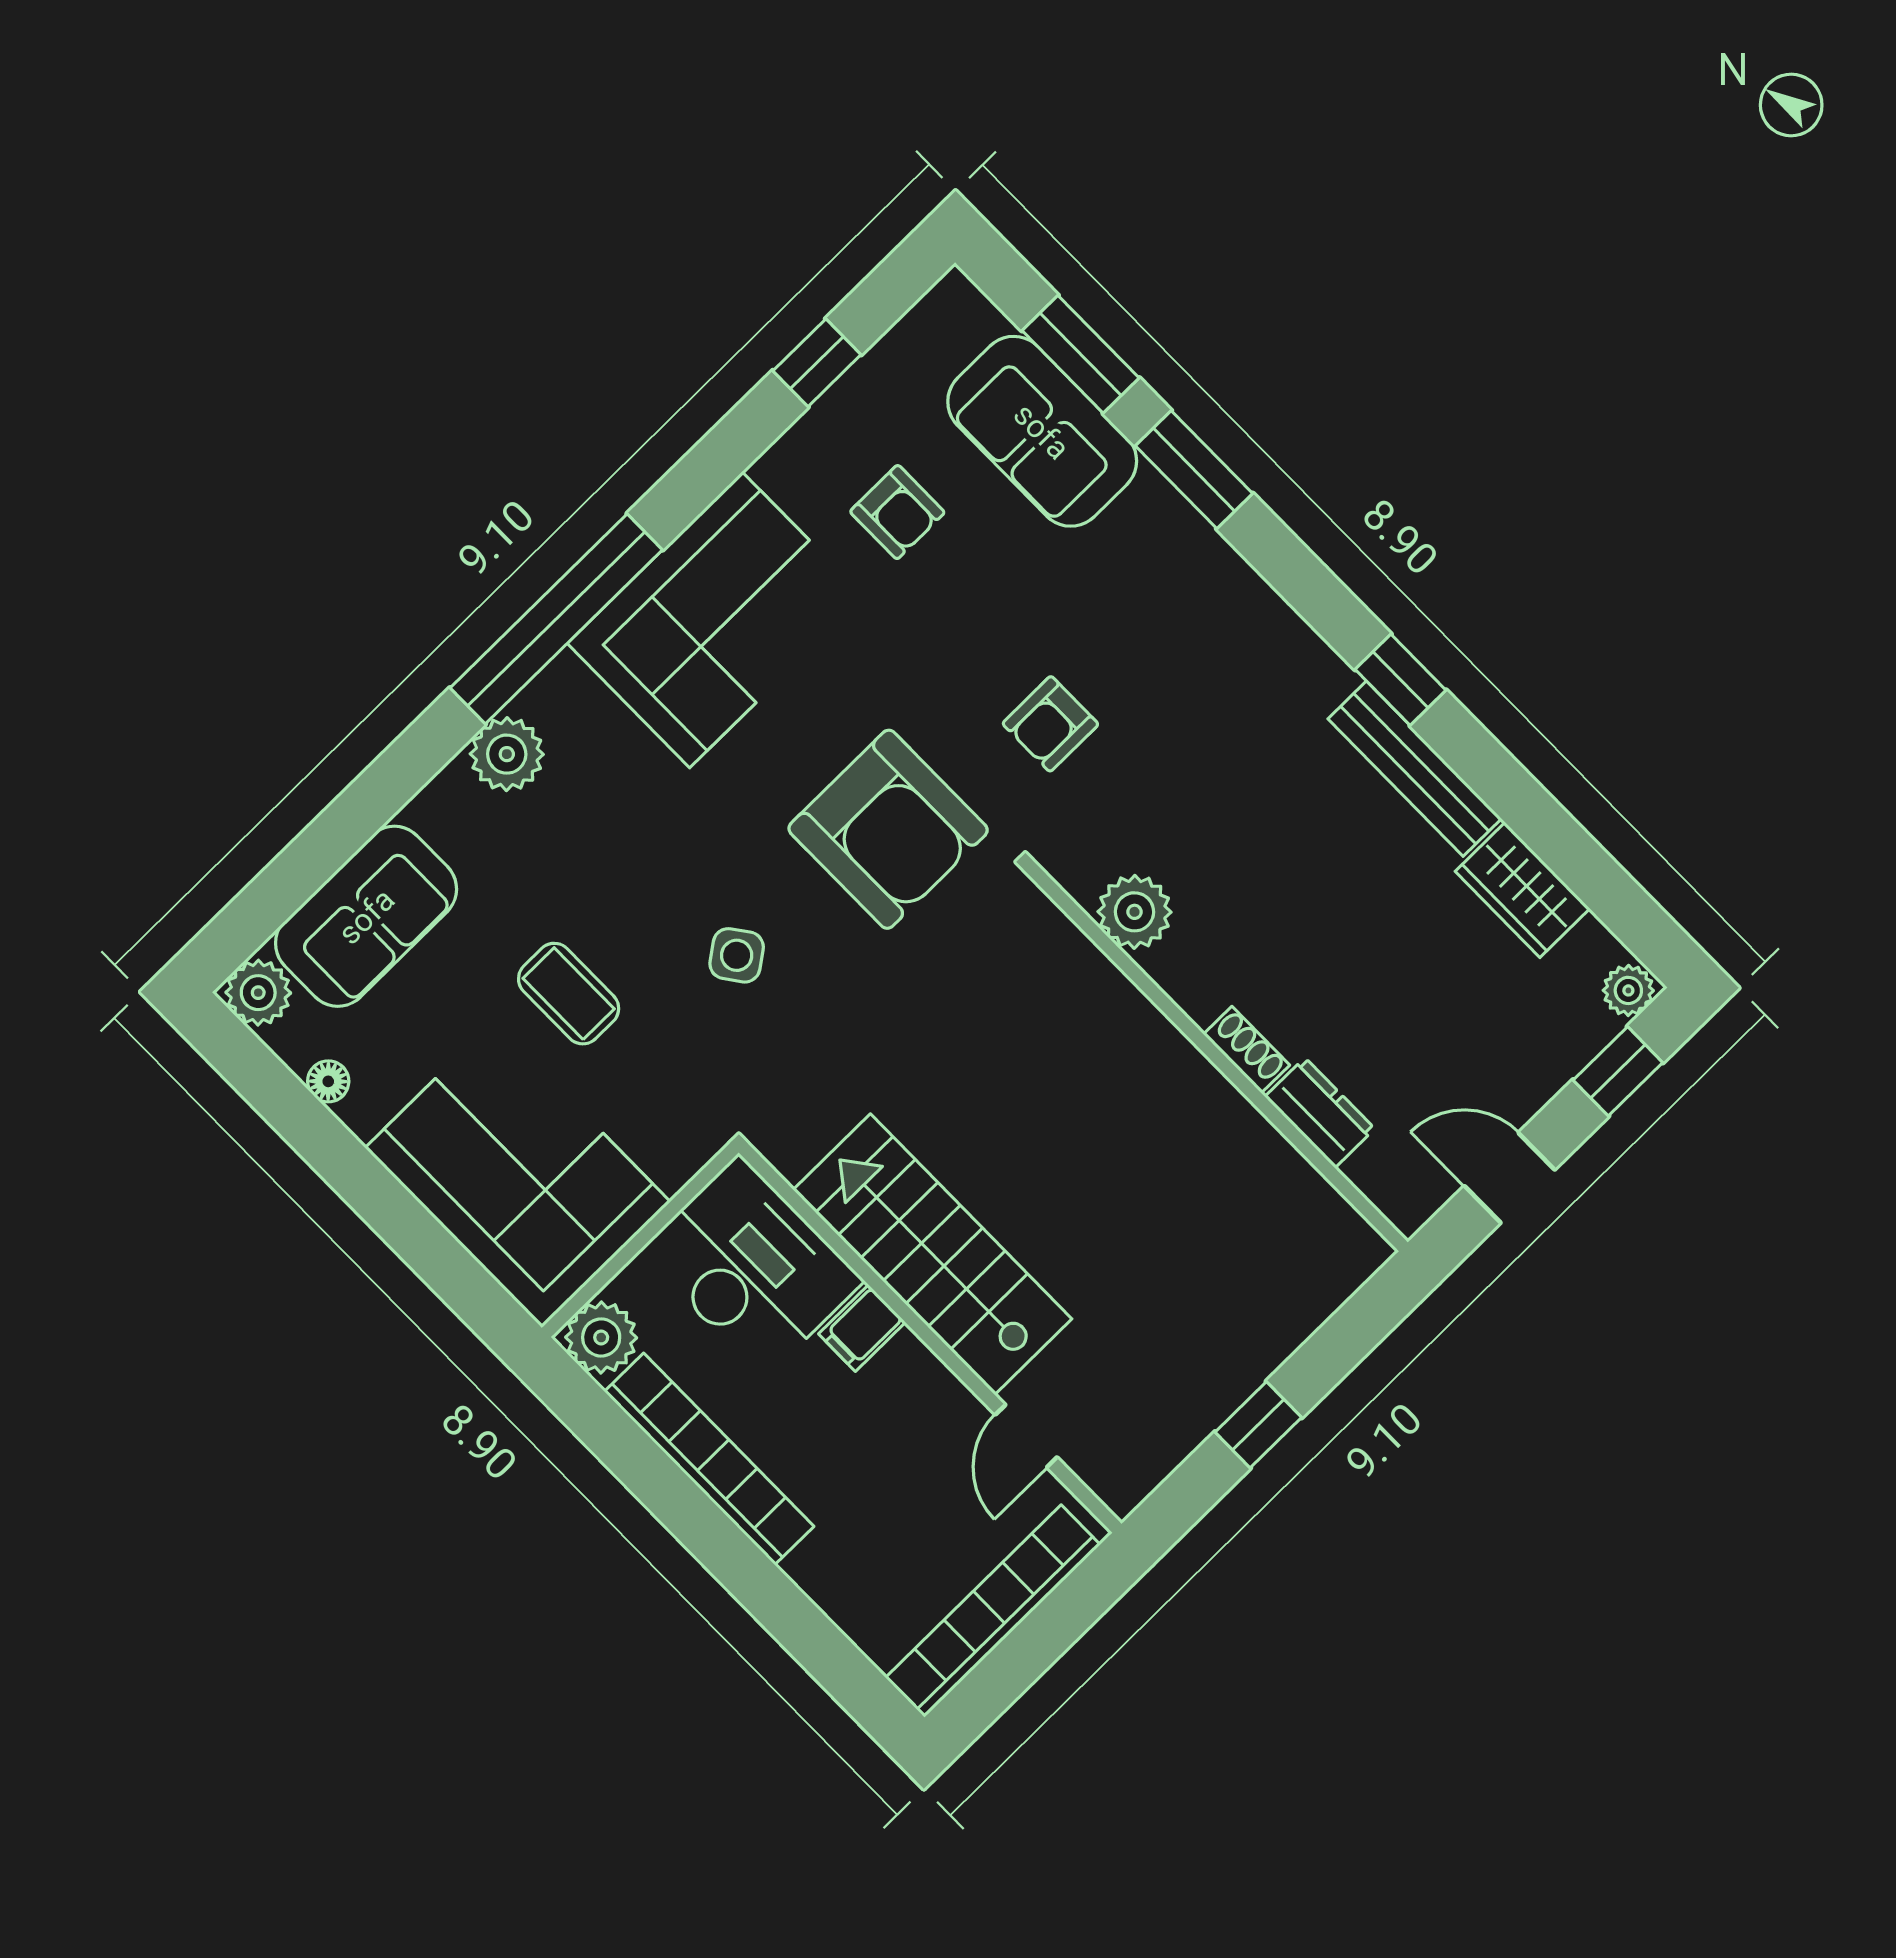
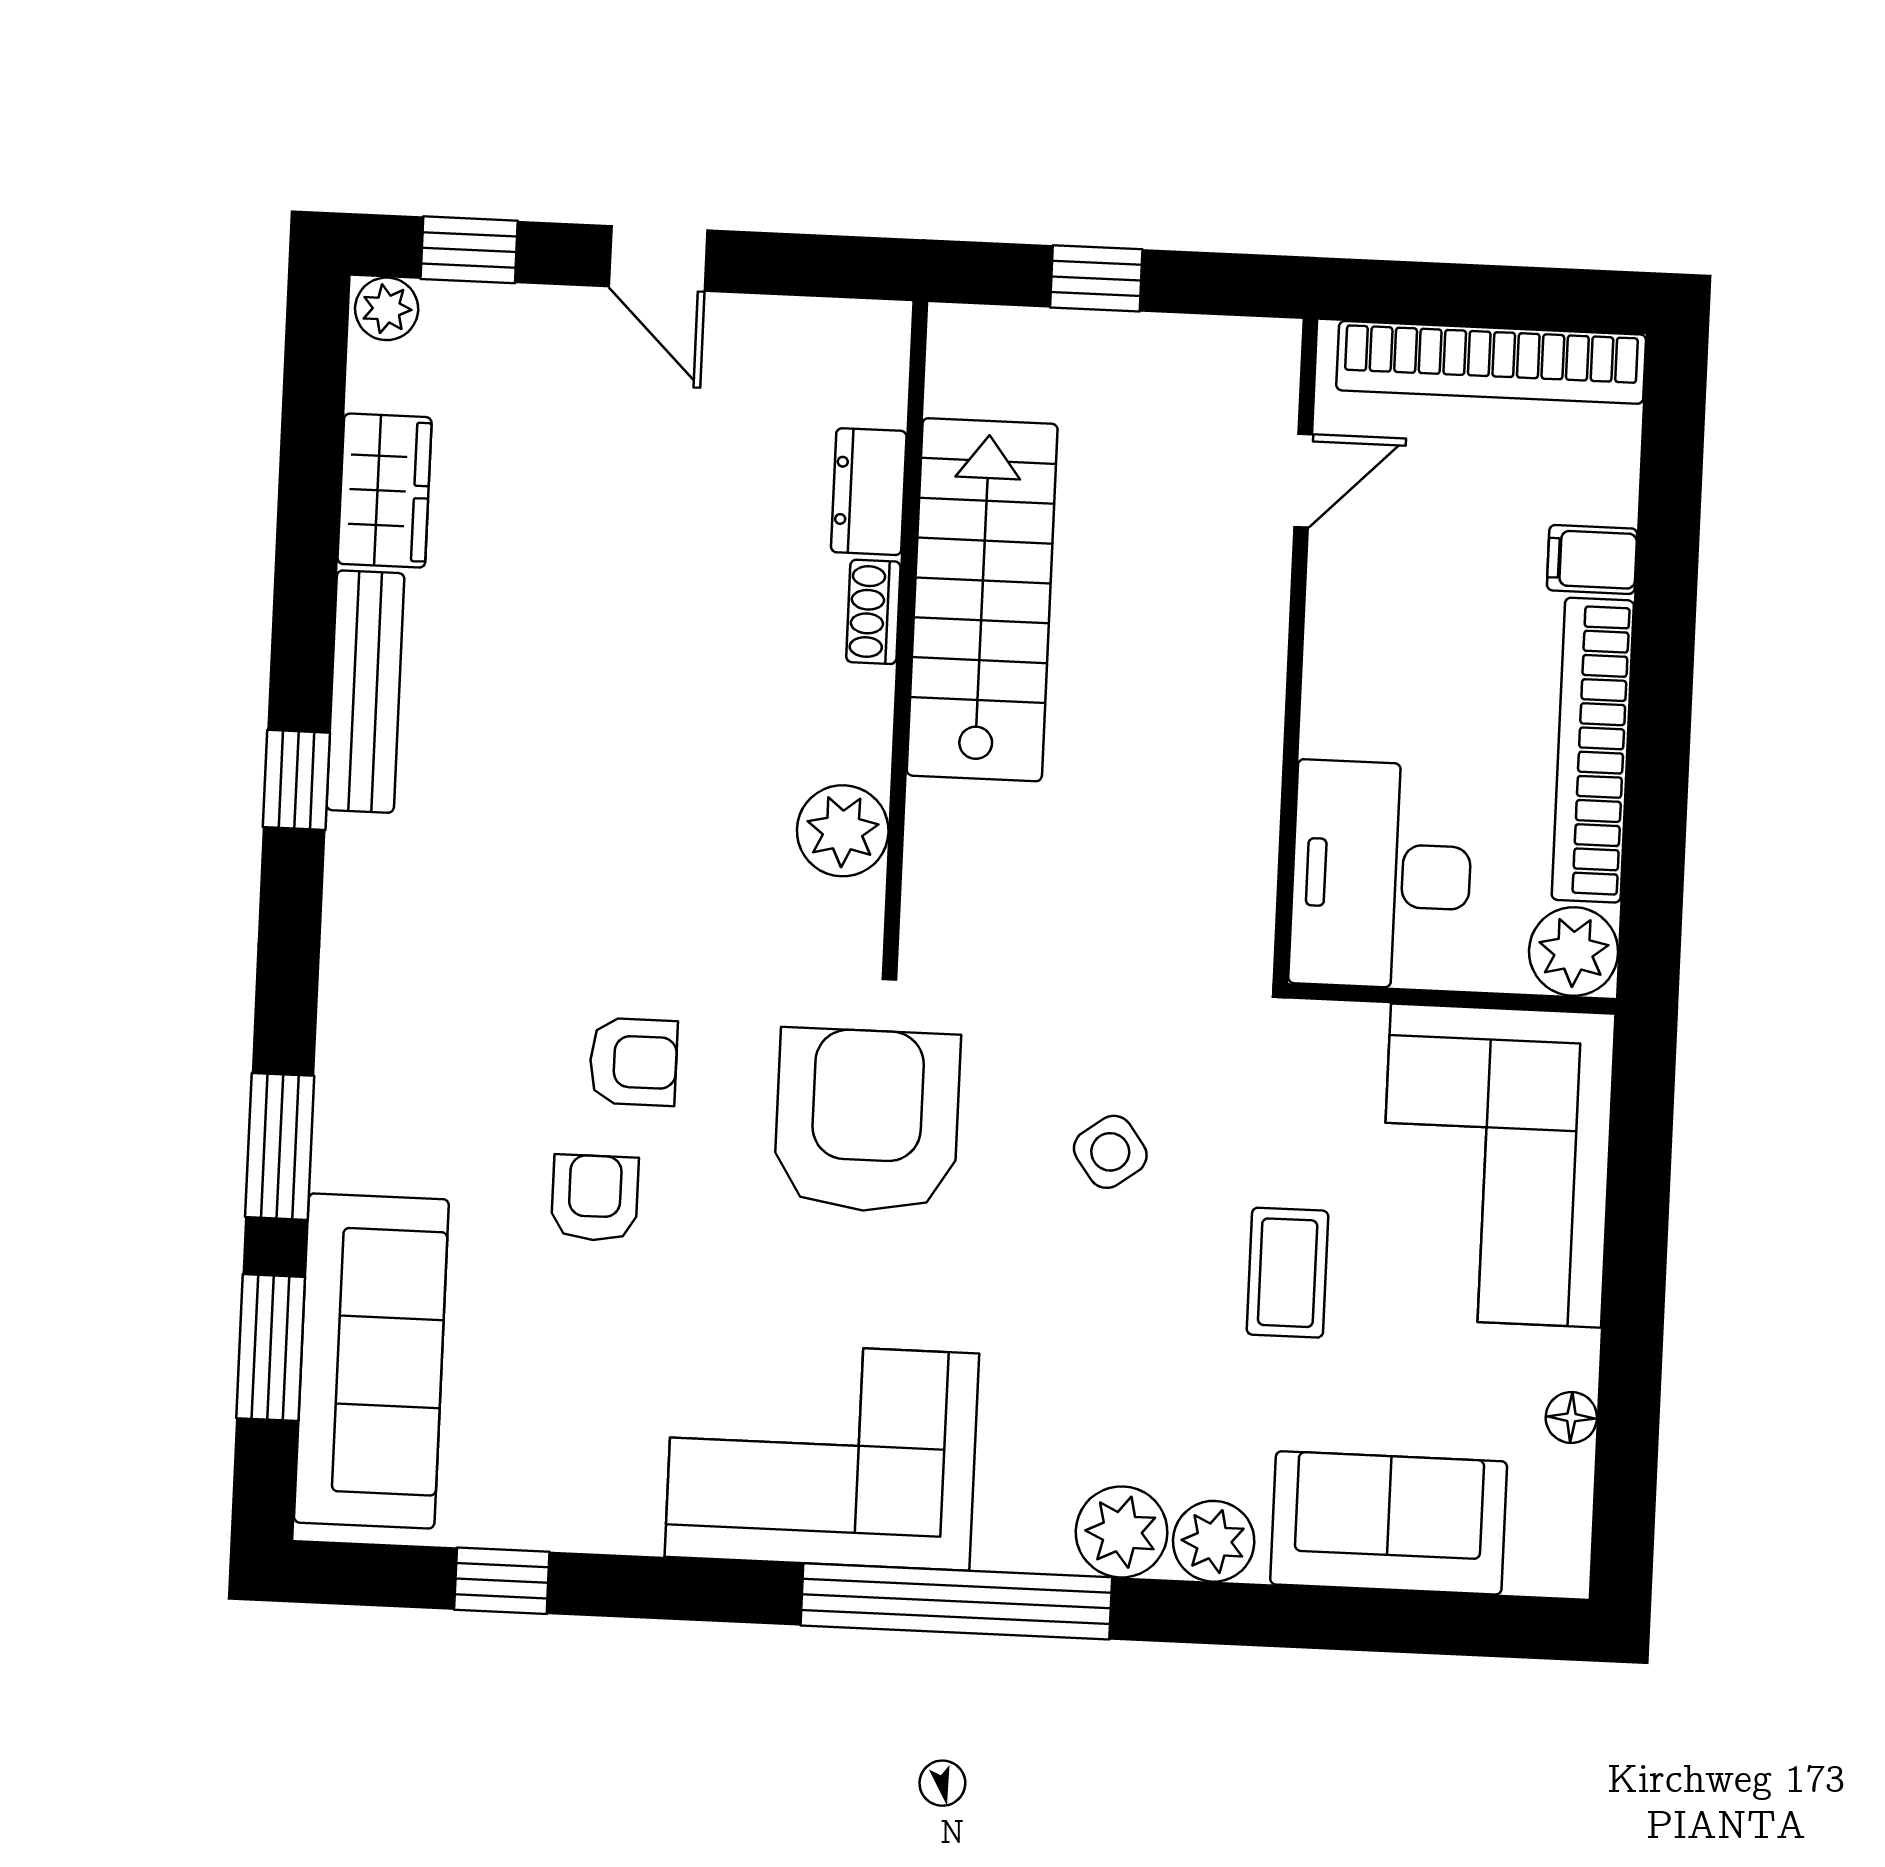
sofa: (1042, 431) -> (371, 1361), width x1.36
armchair: (897, 512) -> (595, 1198), moved
plant: (1135, 912) -> (843, 831), moved
plant: (258, 993) -> (1214, 1541), moved
shoe rack: (1247, 1050) -> (873, 612), moved
wall: (1217, 1057) -> (905, 633), moved
dresser: (1320, 1113) -> (869, 492), moved
stairs: (933, 1254) -> (982, 600), moved, turned 180
filing cabinet: (862, 1328) -> (1592, 559), moved, turned 180

